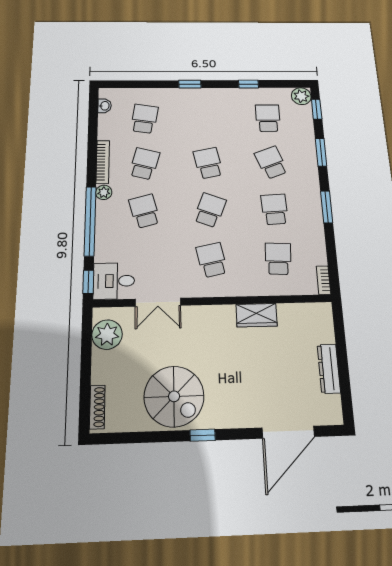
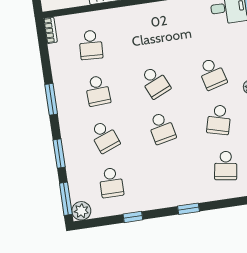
window: (317, 109) -> (66, 199), width x1.50
school desk: (210, 210) -> (155, 82), turned -45
school desk: (212, 260) -> (148, 36), removed

